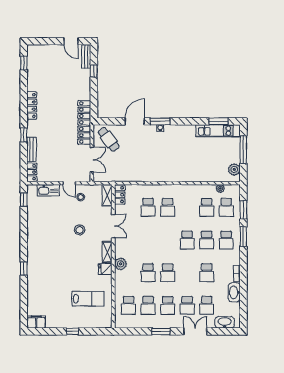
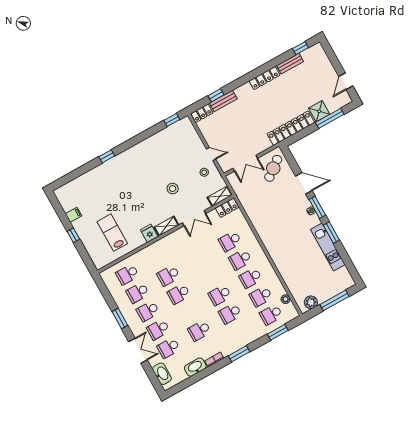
bench: (86, 56) -> (290, 64), moved
window: (94, 71) -> (330, 118), width x2.17
shower: (83, 76) -> (319, 111), added
window: (218, 121) -> (331, 233), moved
locker: (84, 122) -> (291, 128), moved
kitchen unit: (218, 131) -> (328, 247), moved
window: (24, 135) -> (216, 95), moved
door: (69, 183) -> (211, 154), swing flipped
kitchen sink: (48, 190) -> (194, 138), removed
window: (243, 237) -> (239, 354), moved
school desk: (226, 240) -> (251, 278), moved
plant: (121, 264) -> (162, 245), removed
lab bench: (88, 299) -> (112, 233), turned 180
filing cabinet: (36, 322) -> (74, 215), moved, width x0.50

